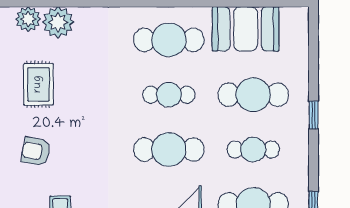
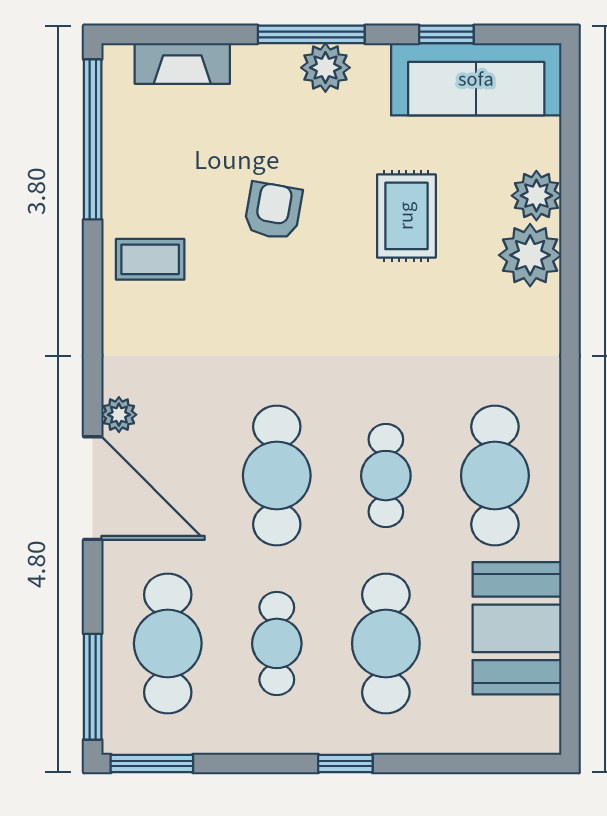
rug: (38, 84) -> (406, 216), turned 90

